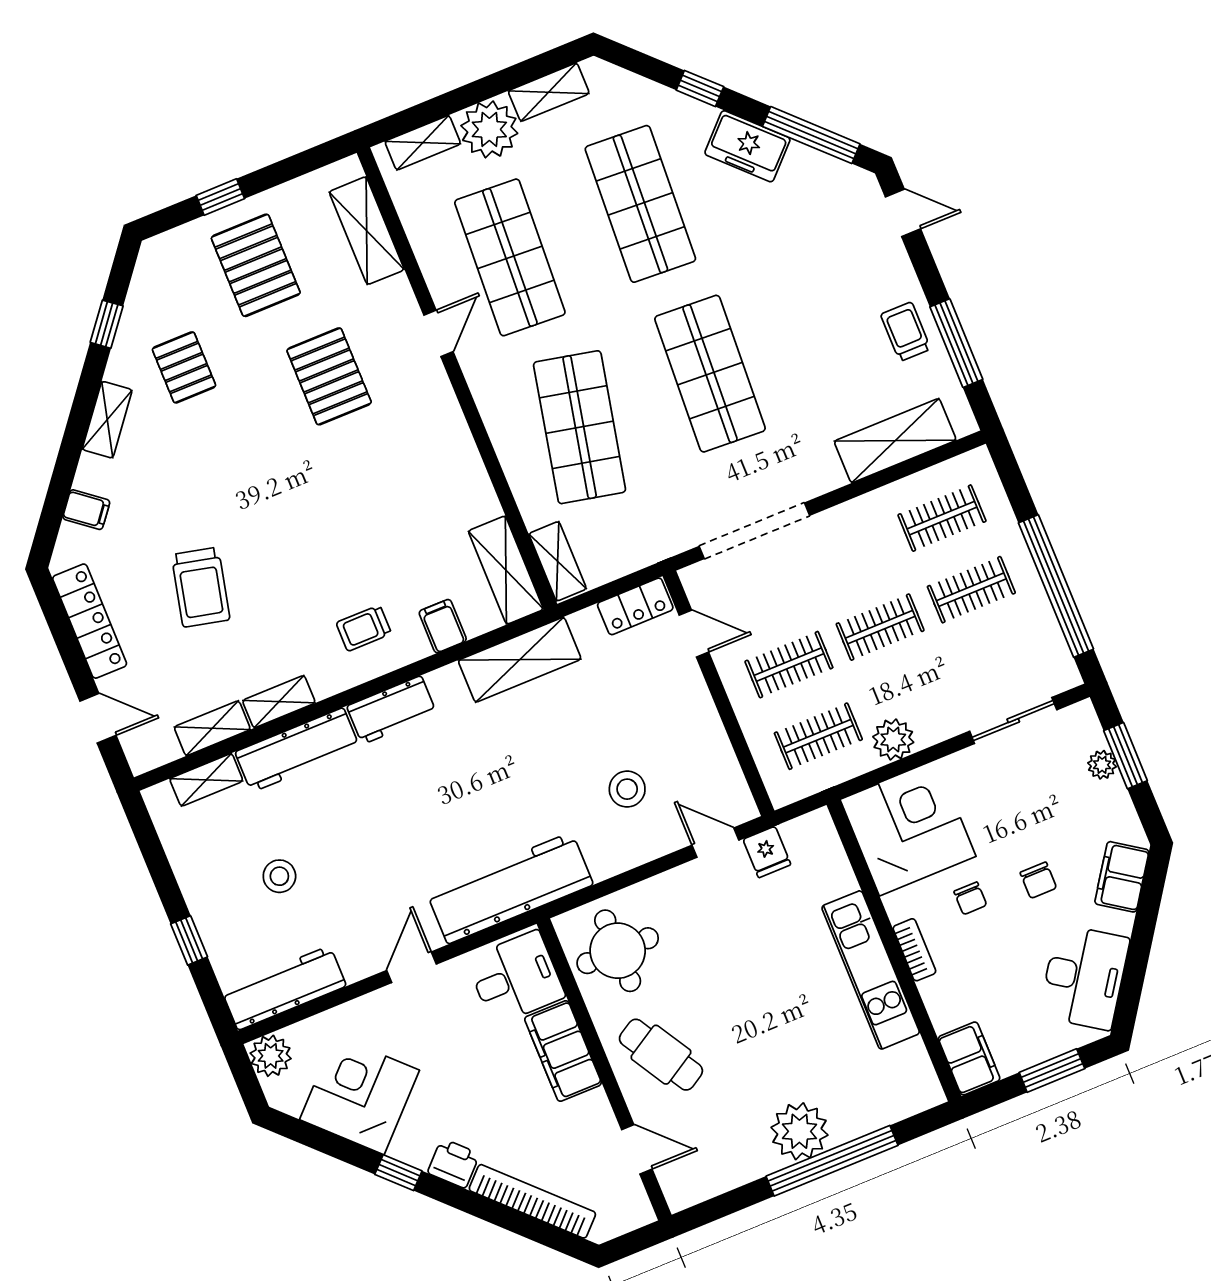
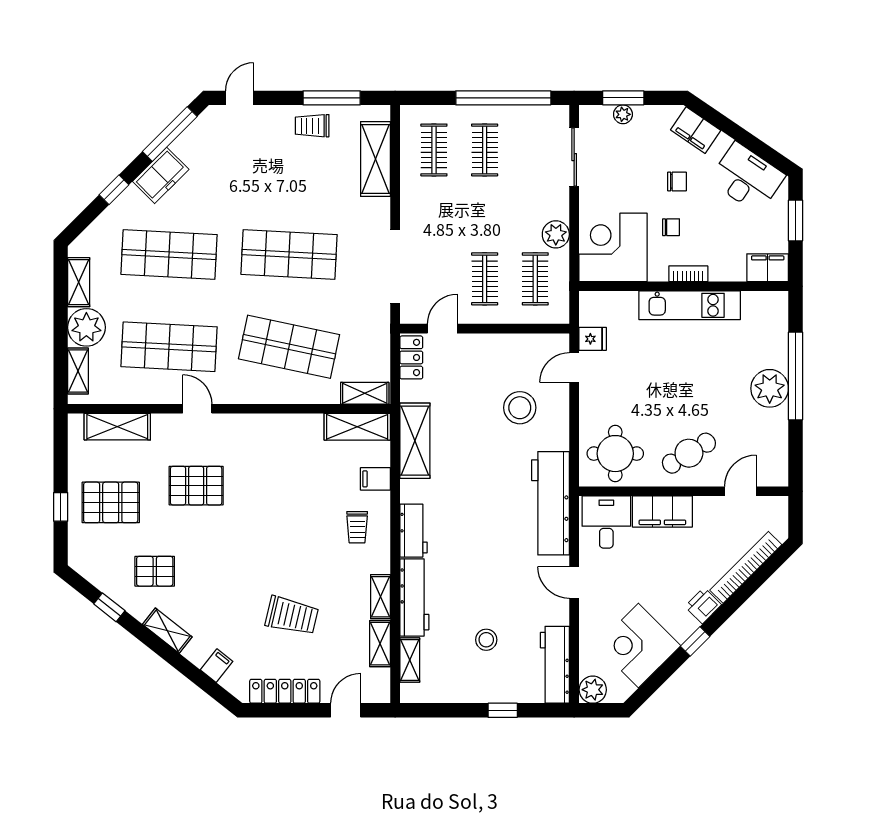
clothes rail: (880, 627) -> (485, 214), removed
stool: (627, 789) -> (520, 408), width x1.38, depth x1.38

